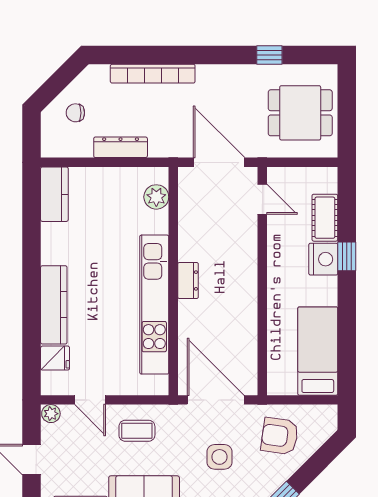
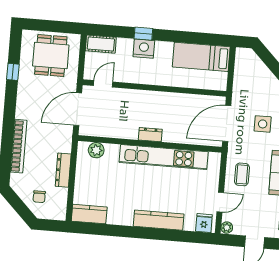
cot: (325, 218) -> (101, 44), moved
fridge: (55, 358) -> (204, 223), moved
armchair: (280, 436) -> (253, 85), removed

